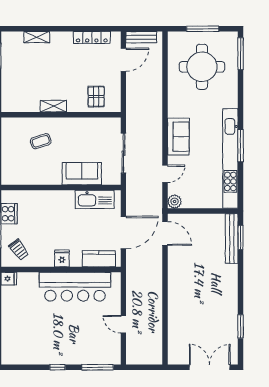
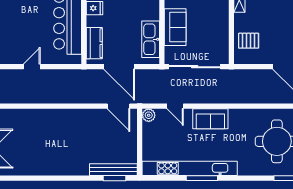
sliding door: (123, 153) -> (195, 67), width x1.36
door: (165, 233) -> (118, 106), hinge flipped
window: (241, 326) -> (30, 178), removed

